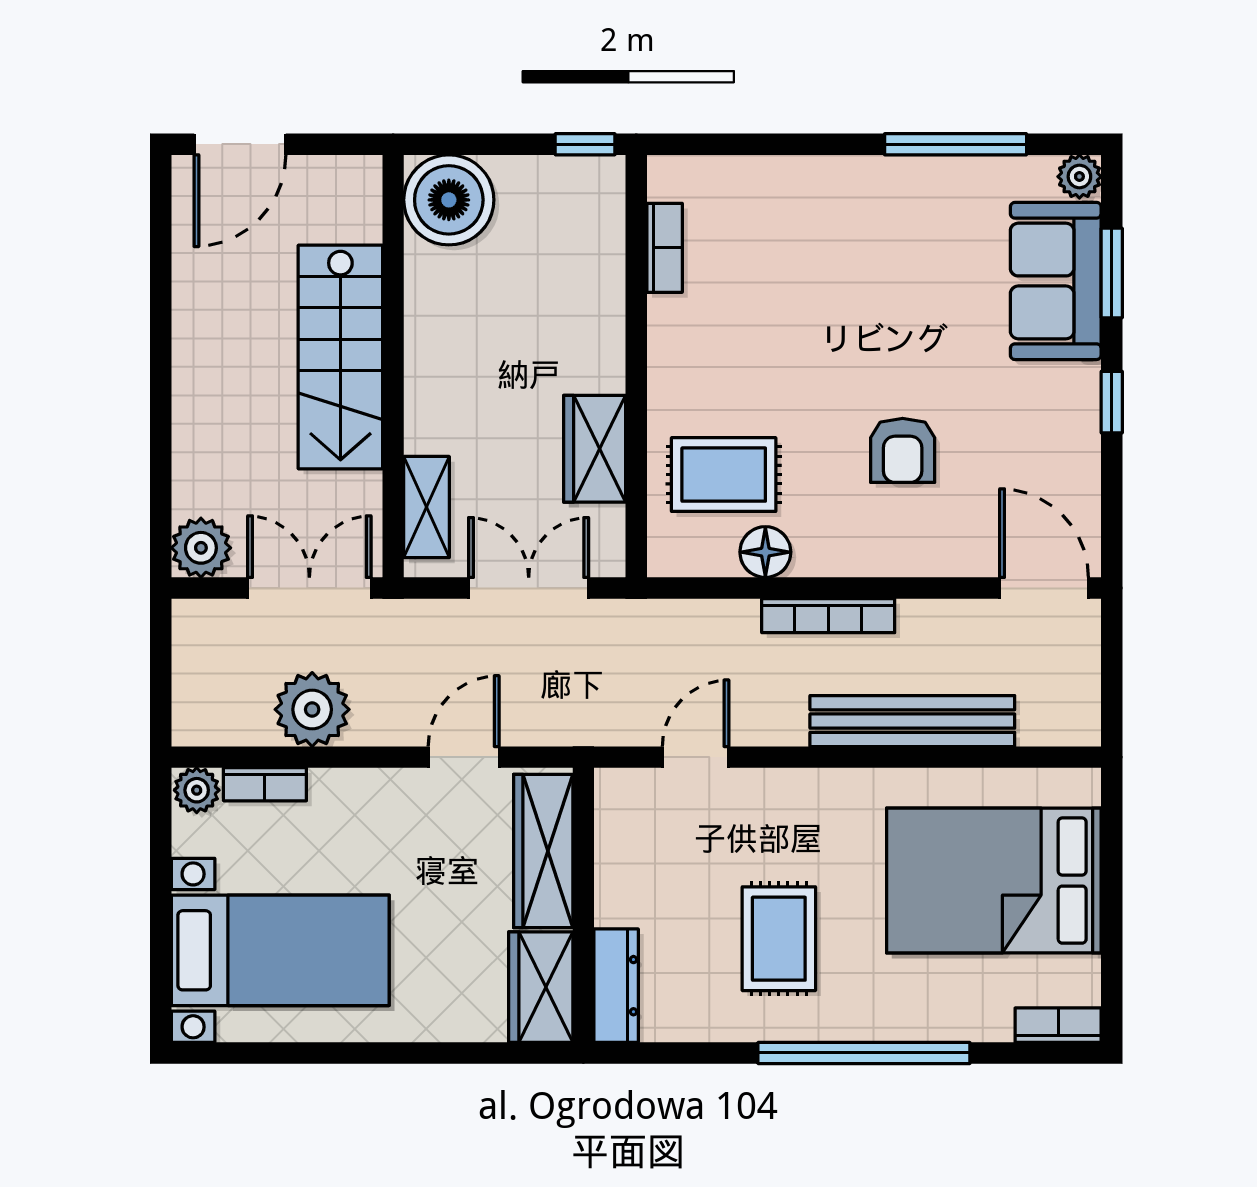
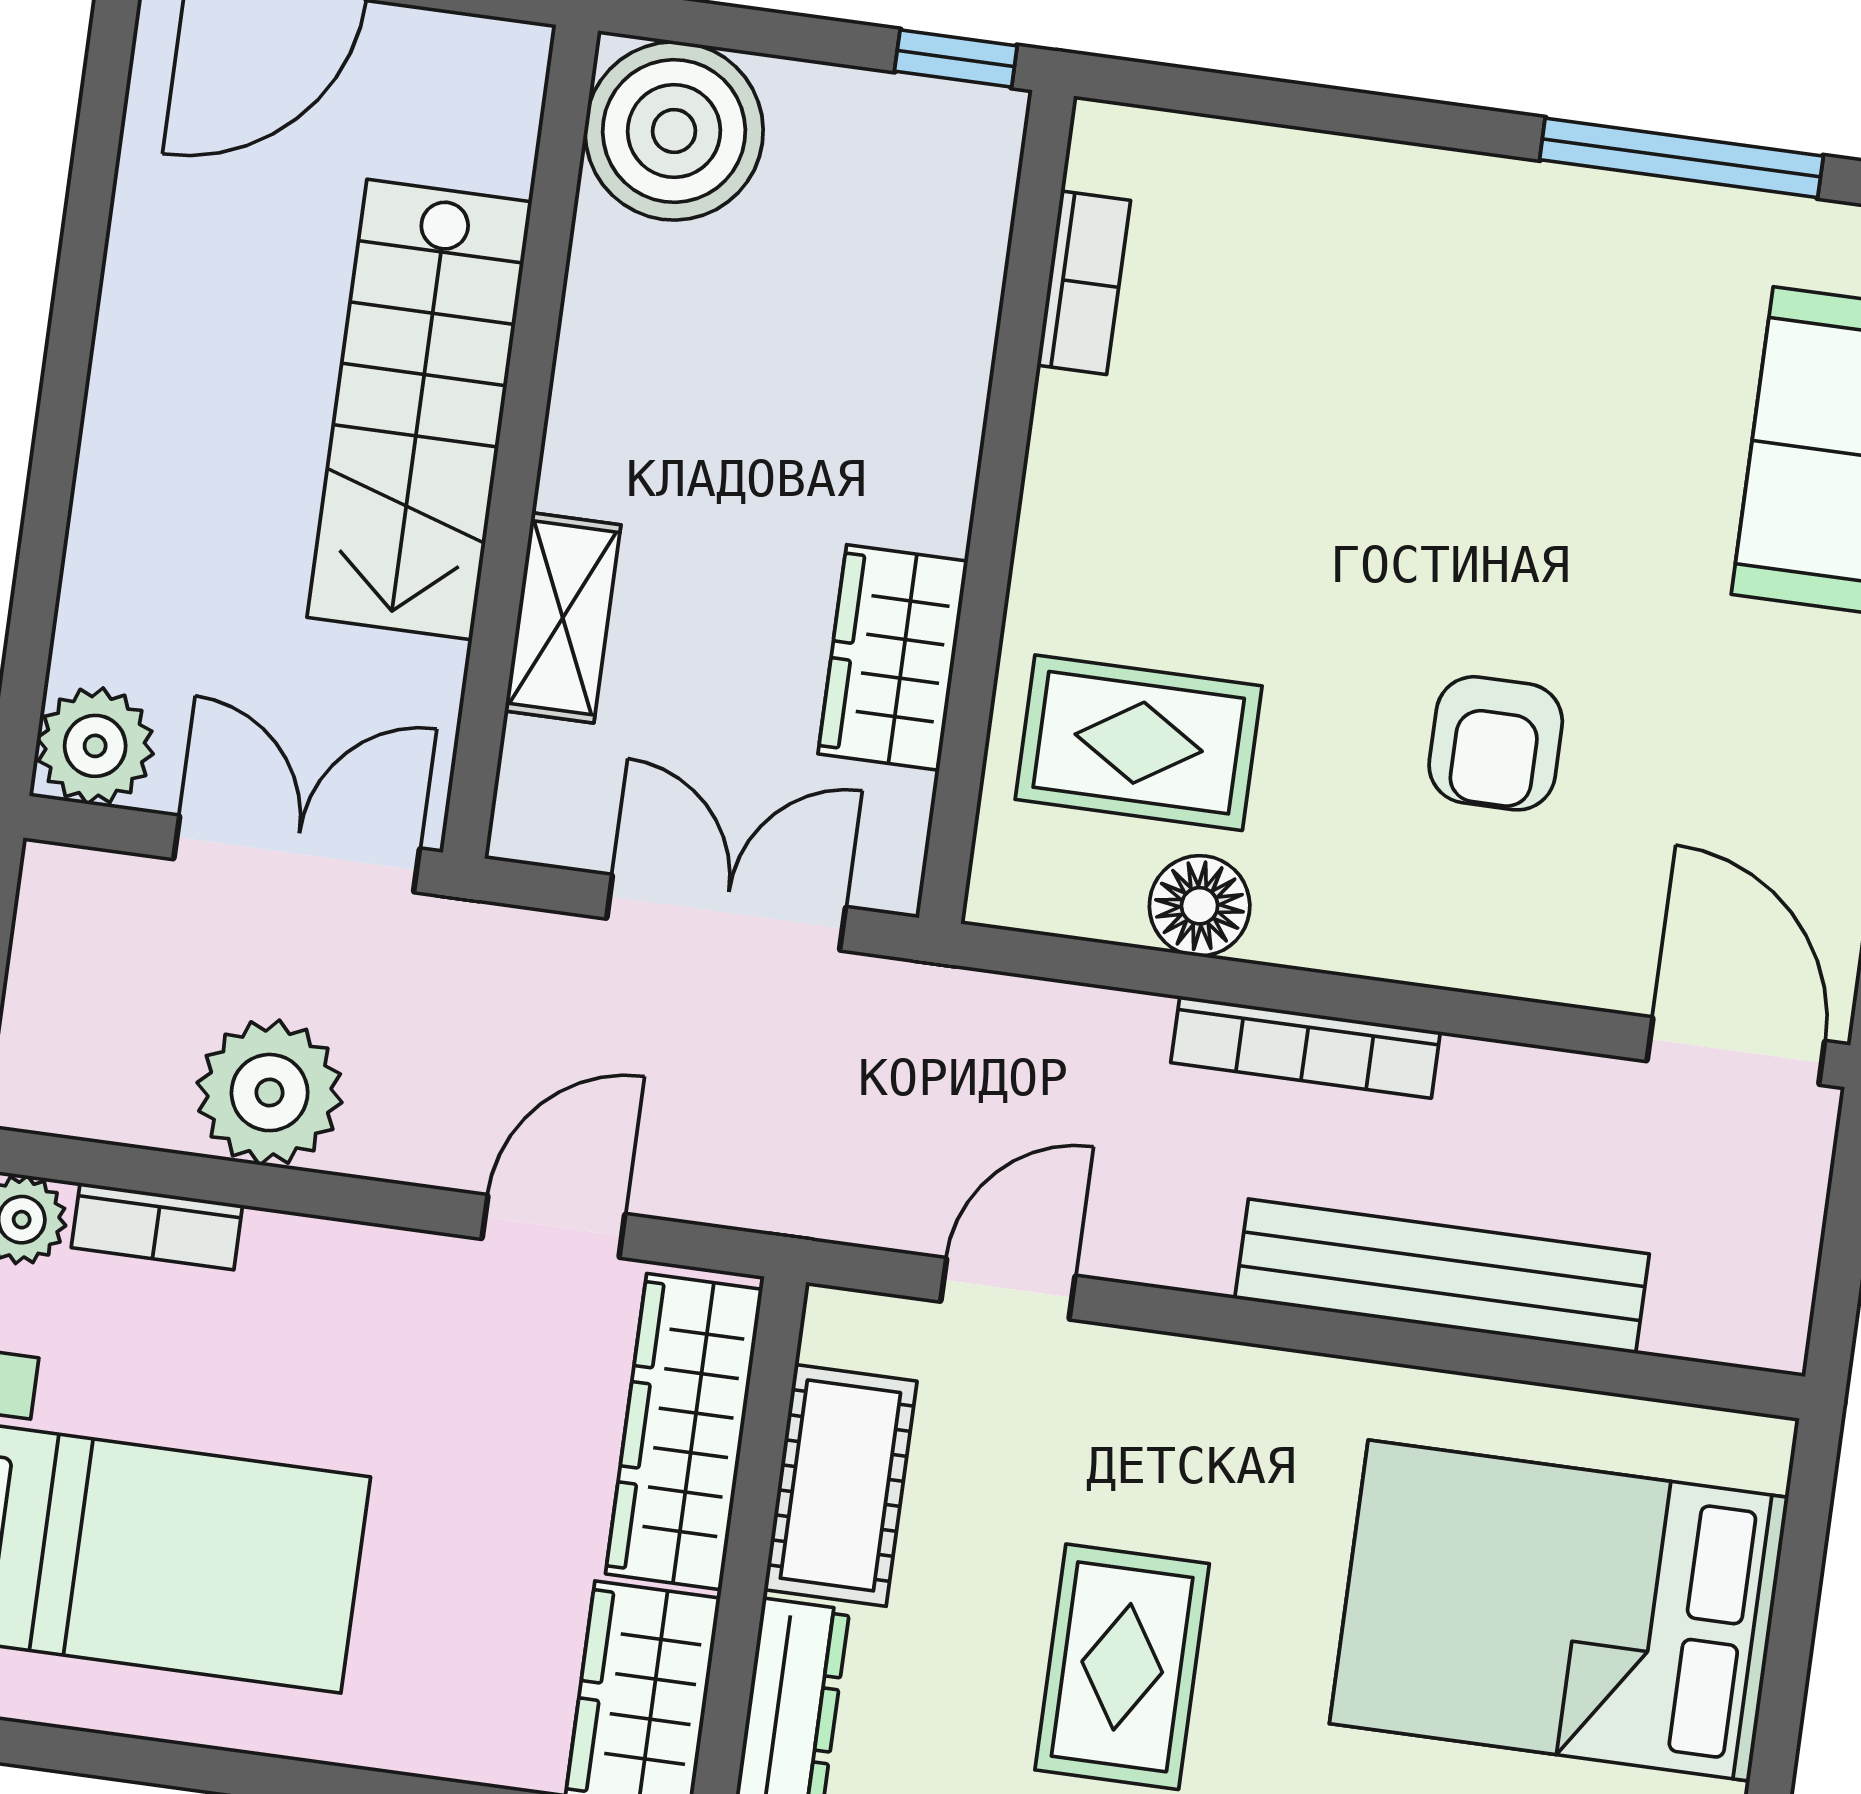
shelving: (427, 507) -> (563, 618), moved
cot: (625, 867) -> (840, 1485), added

